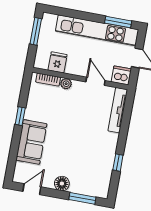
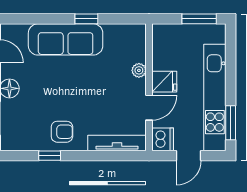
fridge: (58, 62) -> (164, 82), moved
bookcase: (48, 80) -> (140, 46), removed
sofa: (31, 142) -> (66, 39), width x1.36
armchair: (102, 150) -> (62, 132), added

